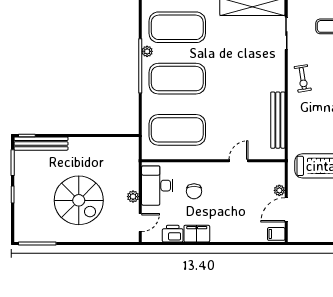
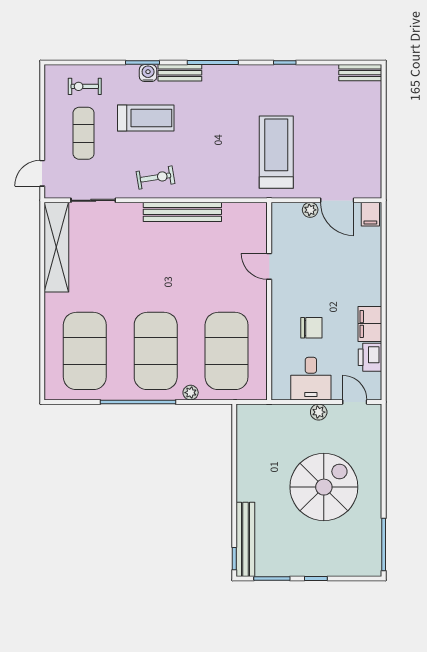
plant: (147, 51) -> (191, 393), moved
bench: (278, 120) -> (182, 212), moved
desk: (157, 186) -> (311, 379), width x0.73

